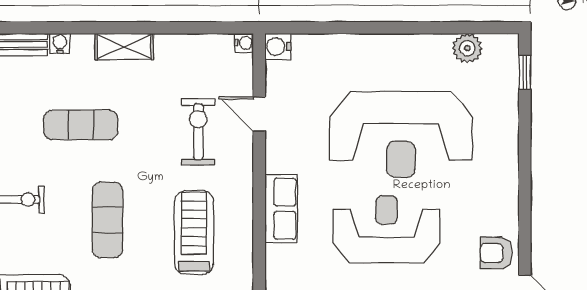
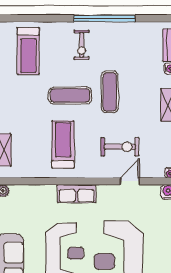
exercise mat: (81, 125) -> (110, 92), moved
treadmill: (194, 233) -> (63, 144), turned -90

